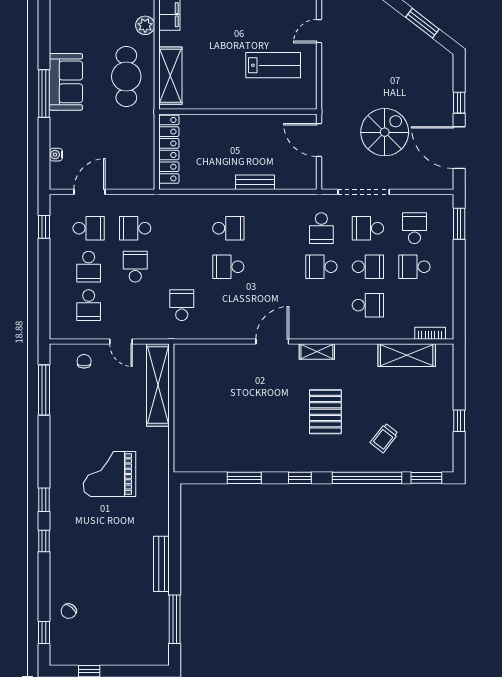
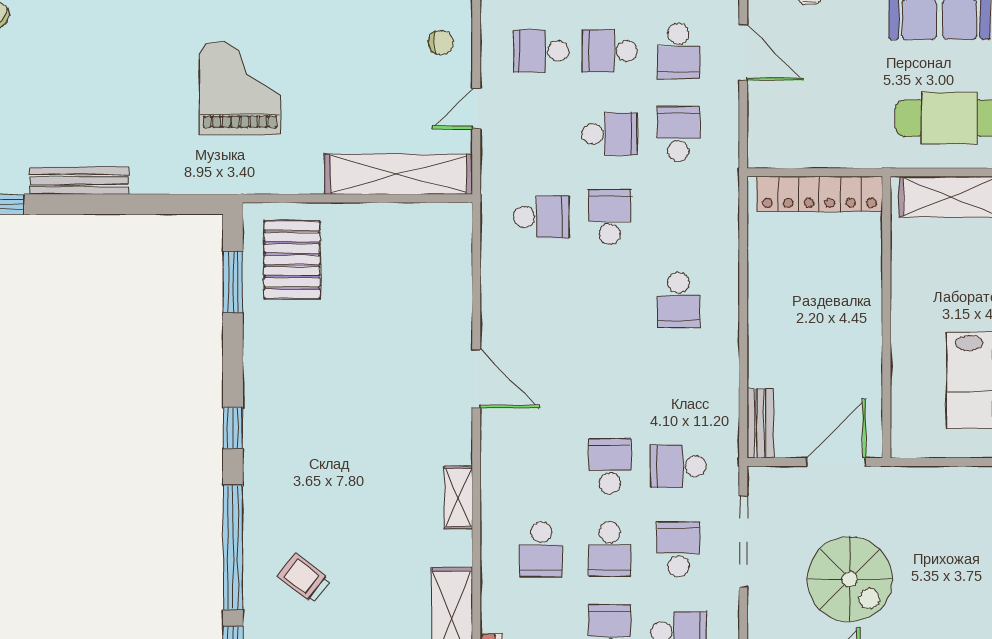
bench: (255, 182) -> (760, 423), moved
school desk: (228, 267) -> (610, 217), moved
shelving: (317, 352) -> (458, 497), moved
pallet: (325, 412) -> (292, 260), moved, turned 90
window: (244, 478) -> (233, 282), moved

